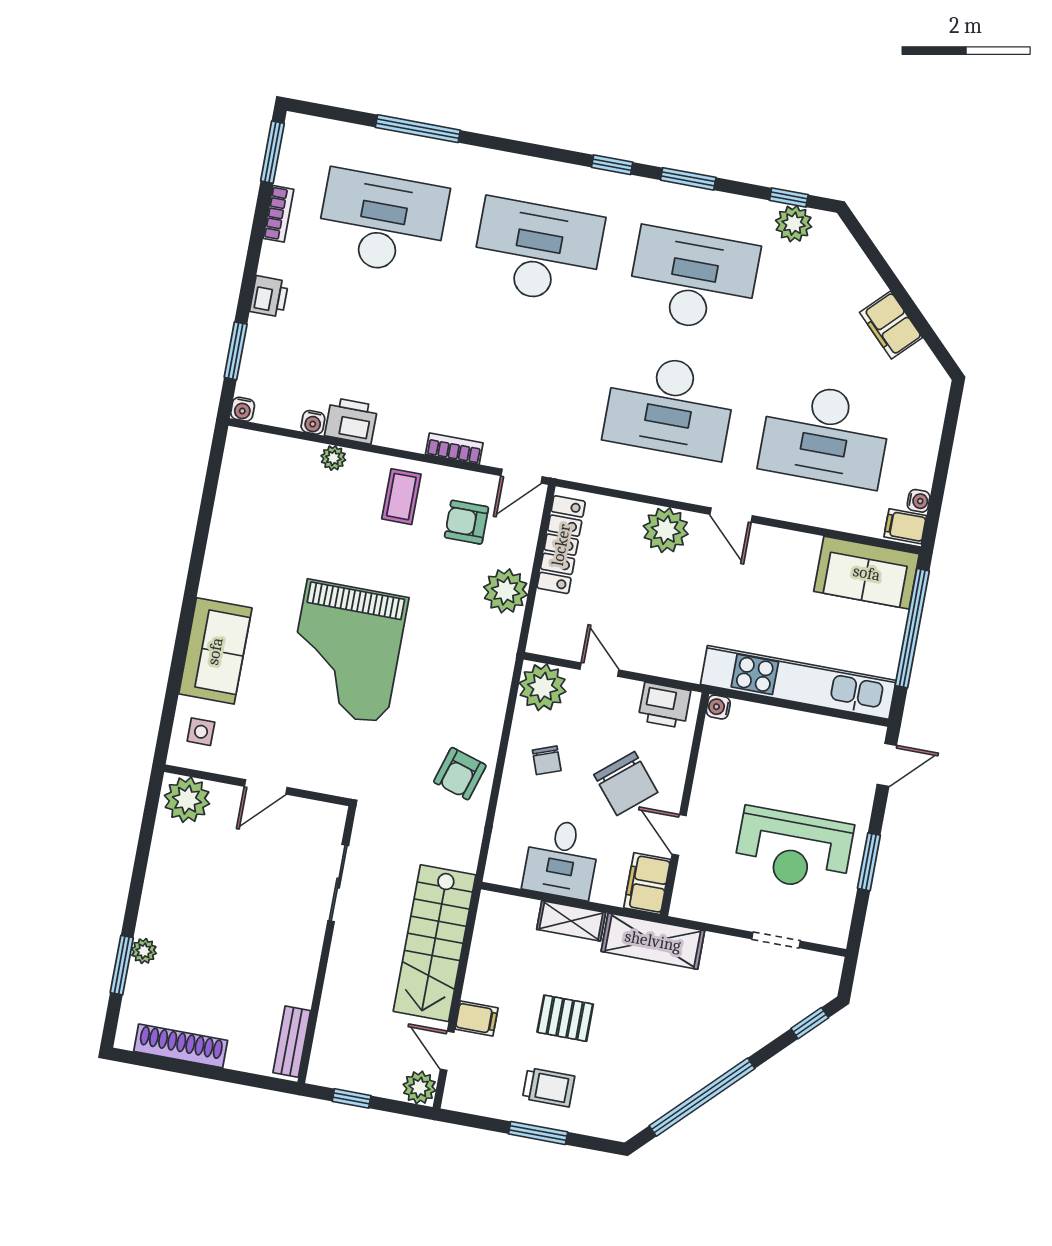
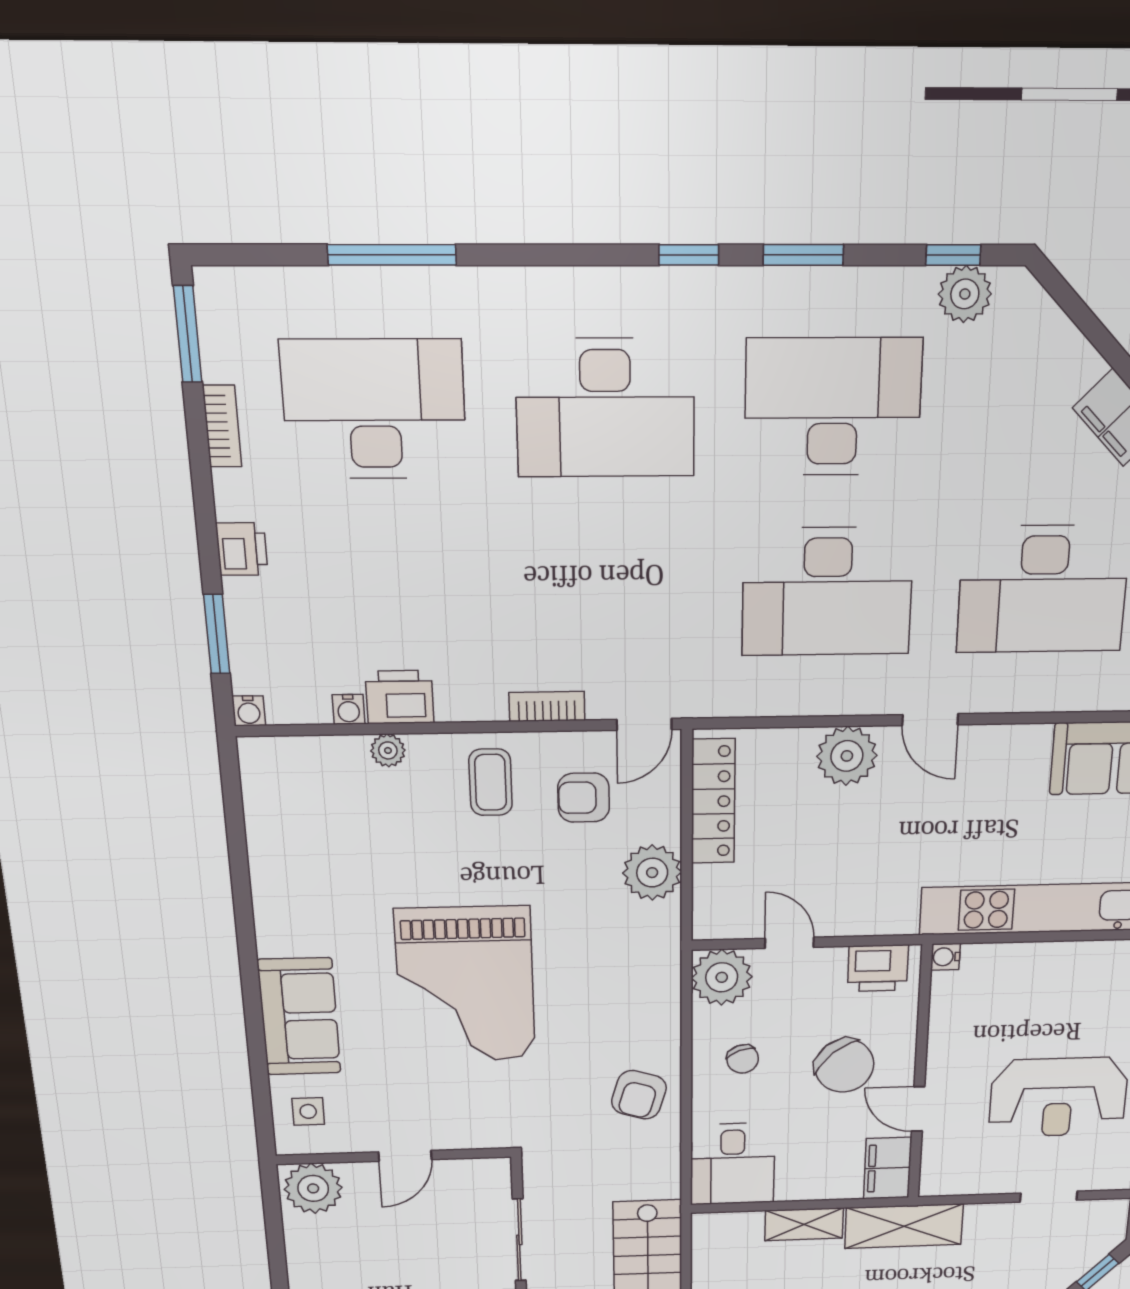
desk: (538, 251) -> (605, 408), turned 180
desk: (561, 859) -> (733, 1164), moved

